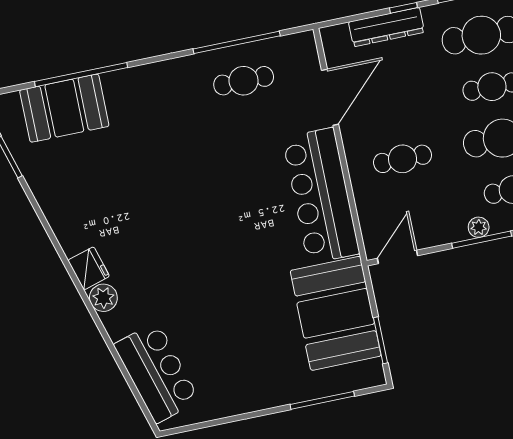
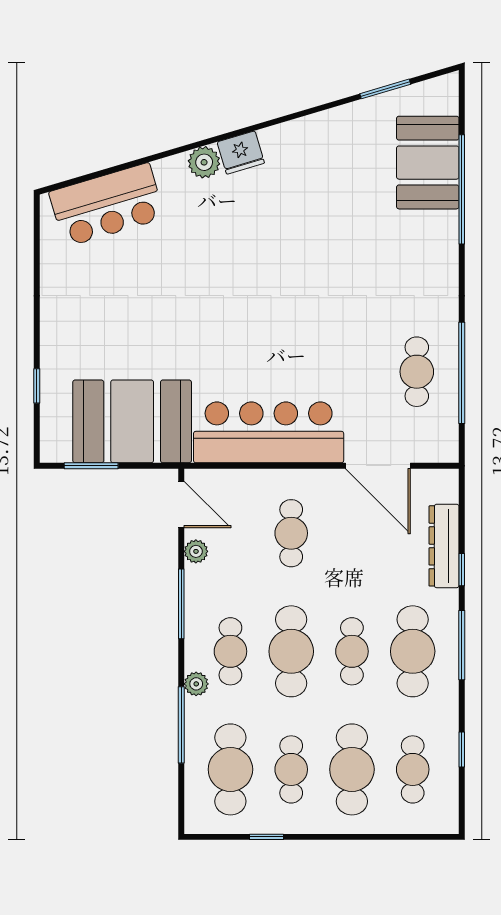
plant: (479, 227) -> (196, 551), moved
window: (322, 400) -> (37, 386), width x0.46

